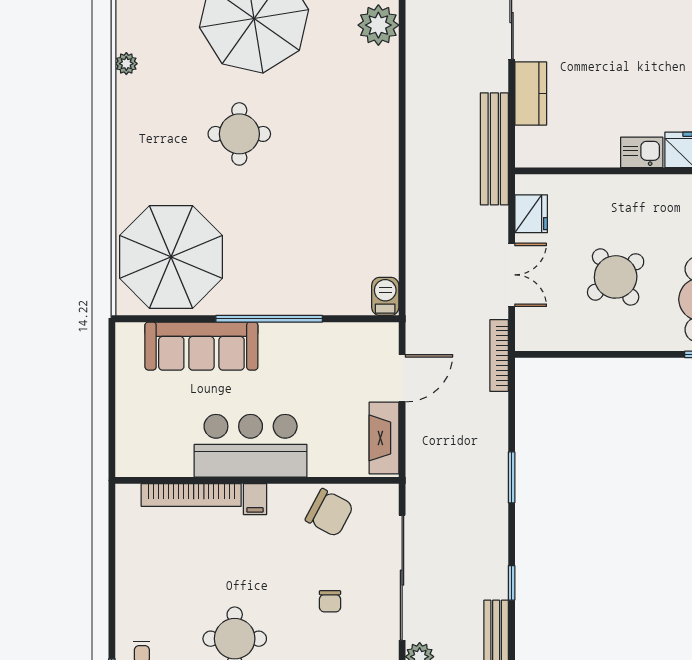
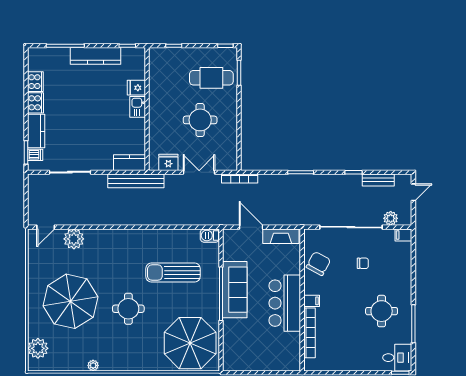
kitchen counter: (531, 93) -> (129, 163), moved
sun lounger: (312, 223) -> (173, 273), added
round table: (616, 277) -> (200, 120), turned 37
sofa: (201, 346) -> (235, 290), moved

